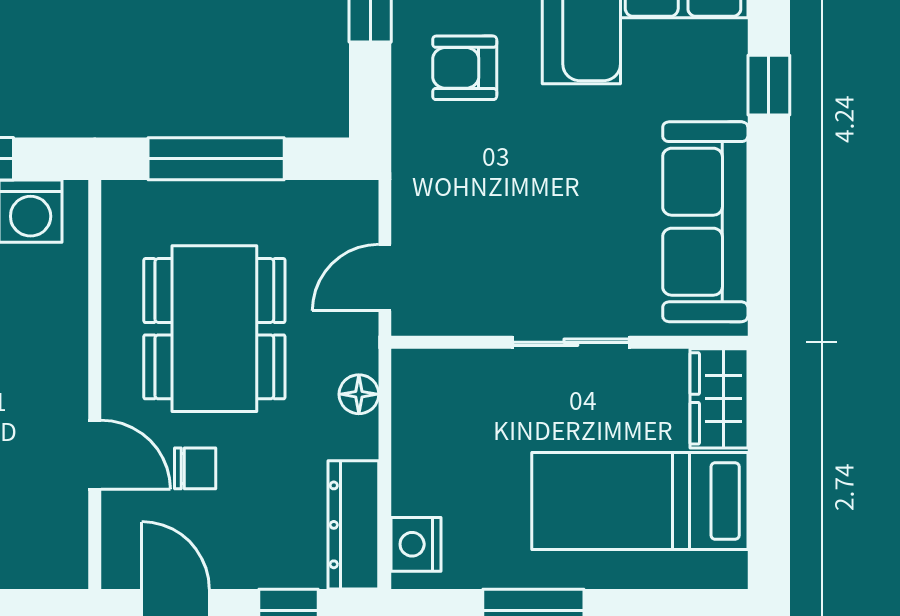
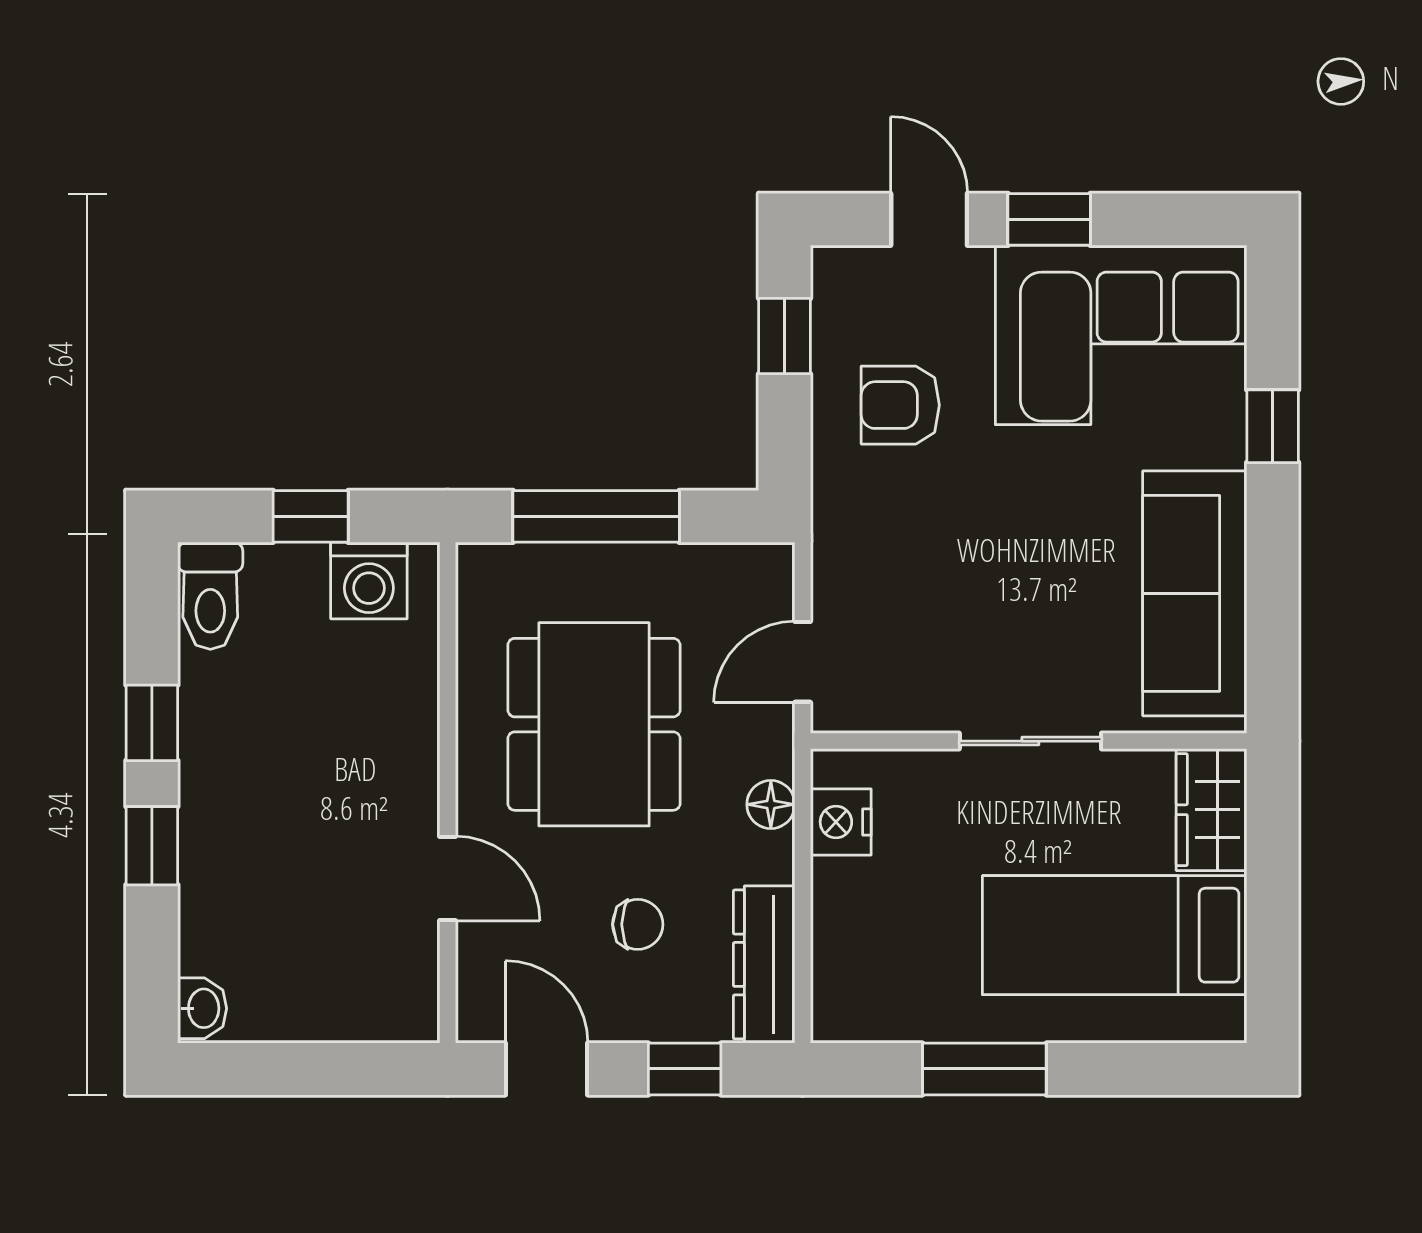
chair: (195, 468) -> (638, 924), moved
nightstand: (416, 544) -> (841, 822), moved

